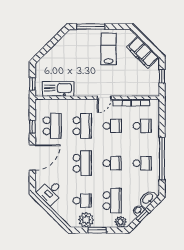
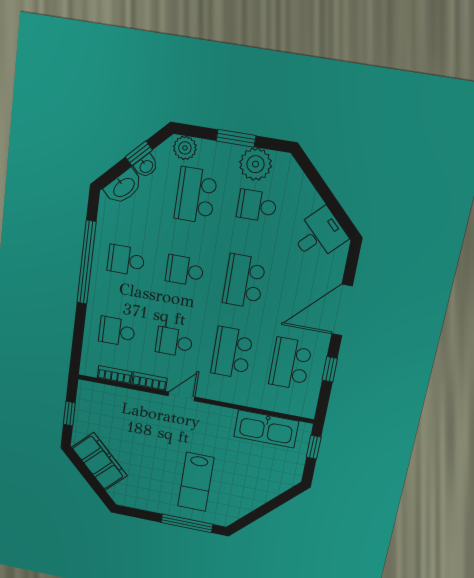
lab bench: (109, 49) -> (196, 482), moved

